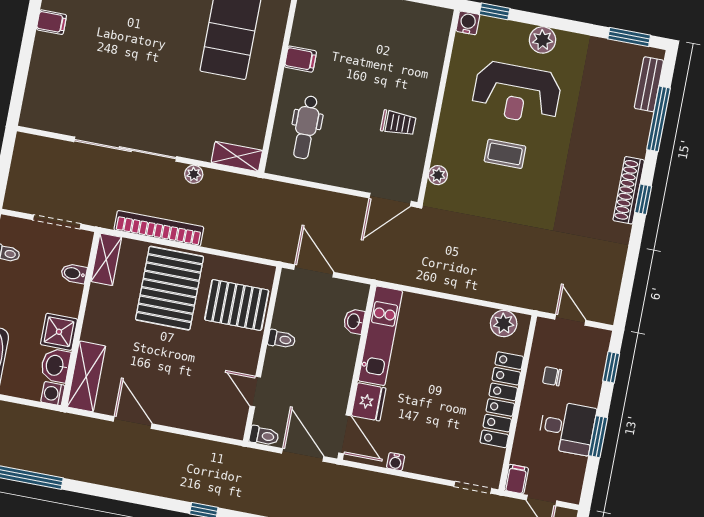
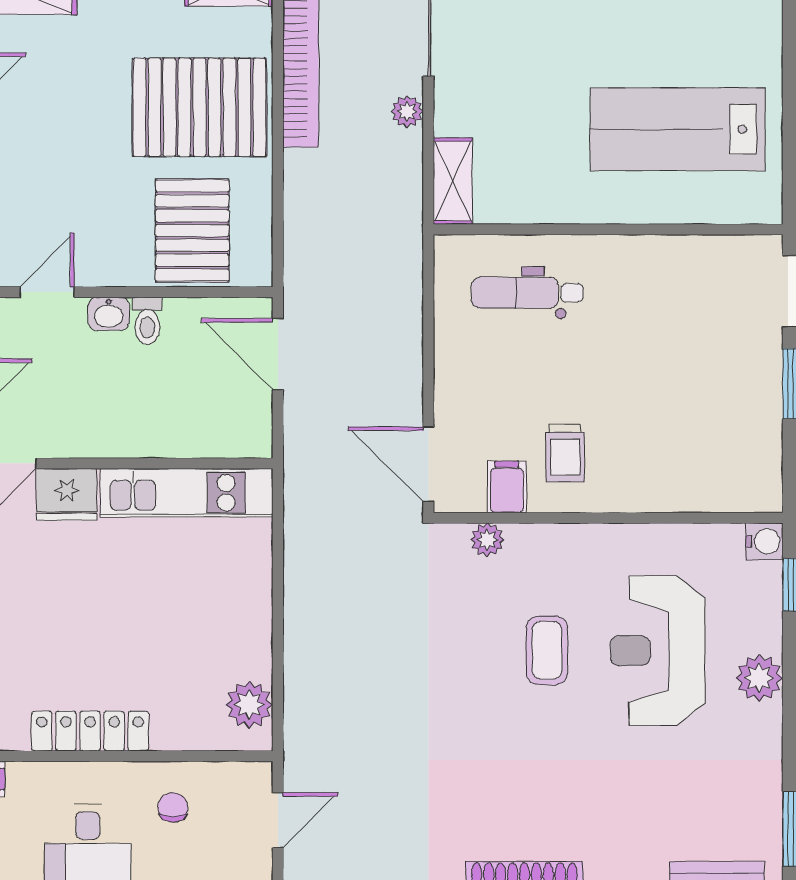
filing cabinet: (301, 59) -> (507, 487), moved, turned 180
door: (314, 271) -> (278, 354), swing flipped
washbasin: (354, 321) -> (109, 314), moved, turned 180
locker: (502, 400) -> (90, 731), width x0.71, depth x0.83

